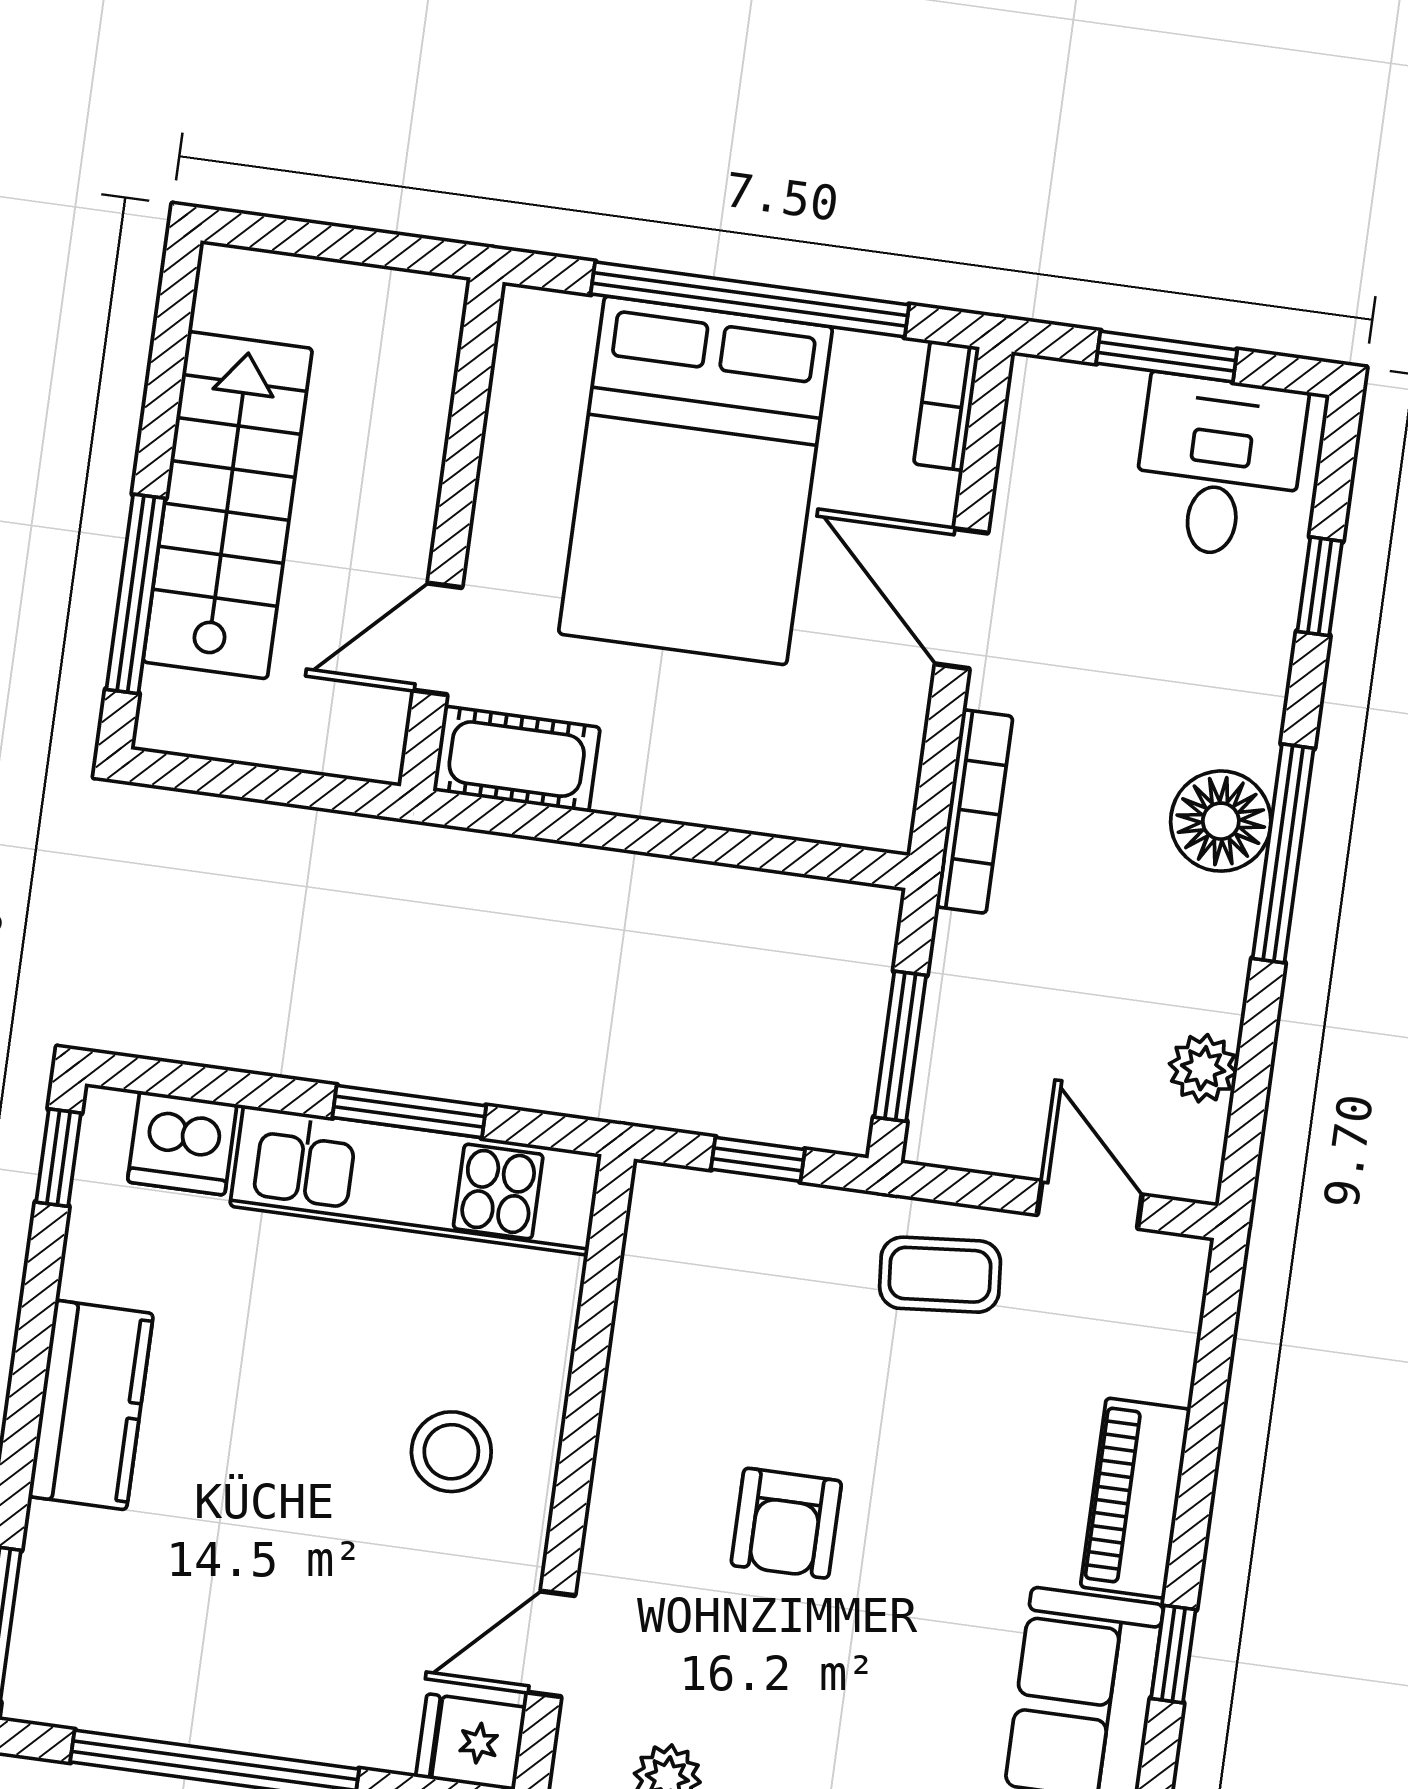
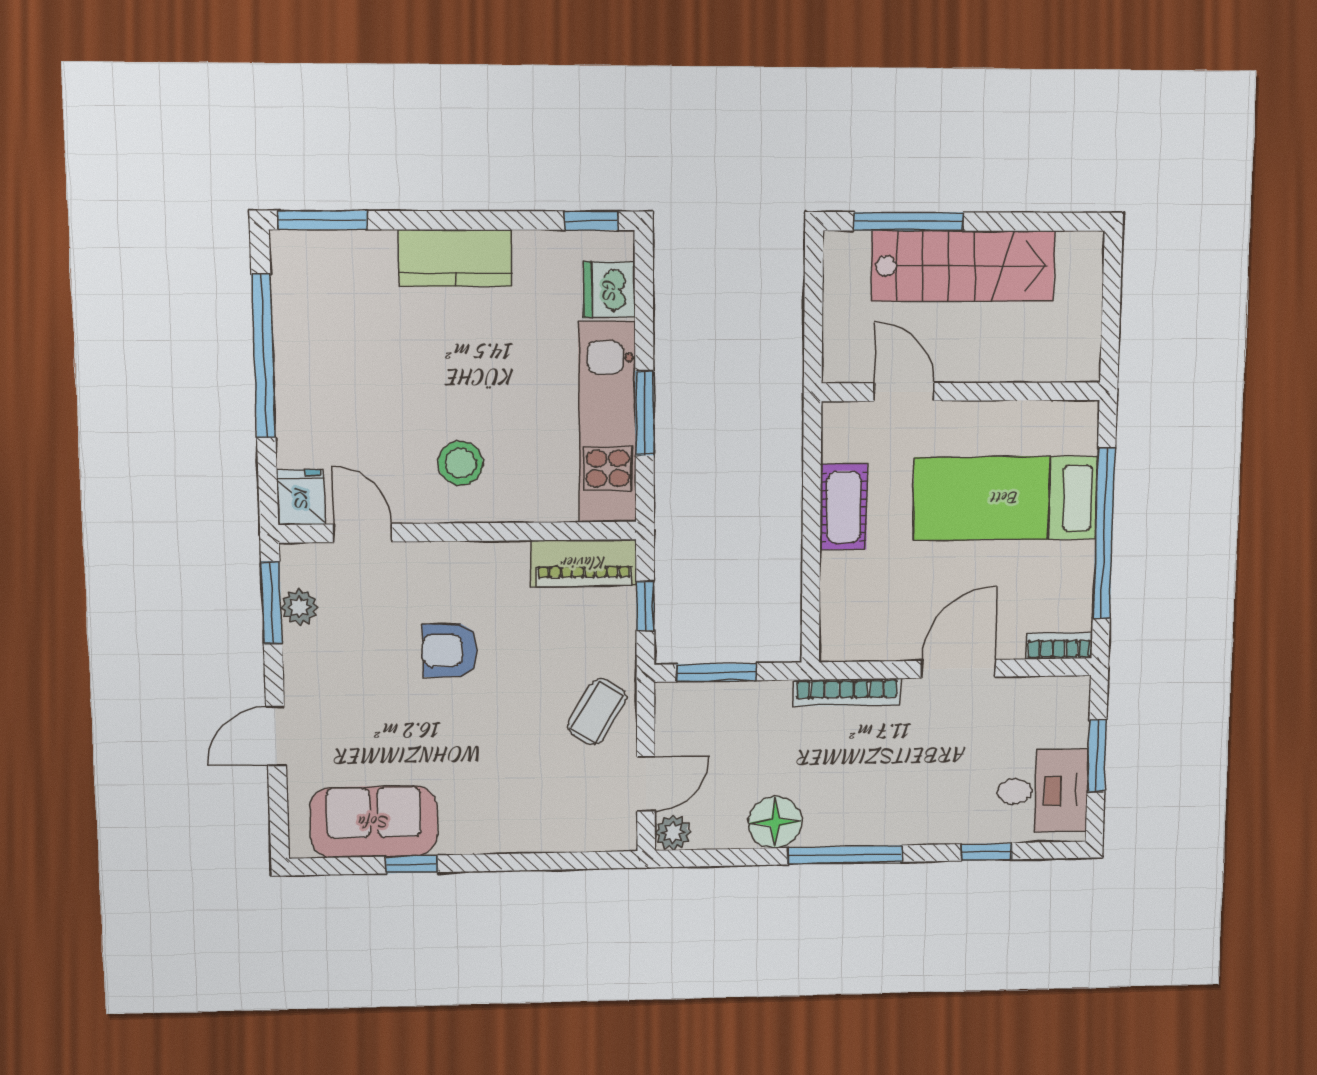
bed: (696, 480) -> (1005, 498), width x0.67
cot: (517, 759) -> (844, 507), moved
floor lamp: (1221, 821) -> (775, 822), moved
plant: (1203, 1068) -> (673, 833), moved
coffee table: (940, 1275) -> (597, 712), turned 36
piano: (1136, 1498) -> (584, 563), moved, turned 180

